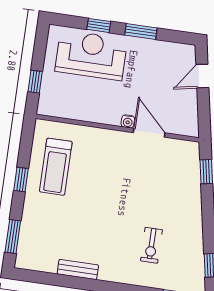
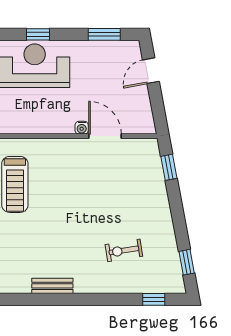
window: (141, 31) -> (104, 34), moved
exercise bike: (151, 245) -> (124, 250), turned 81

